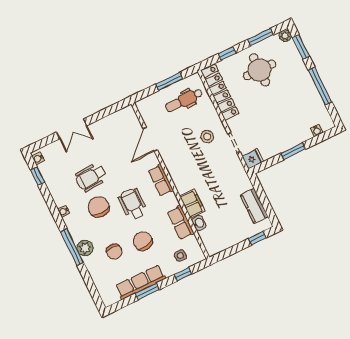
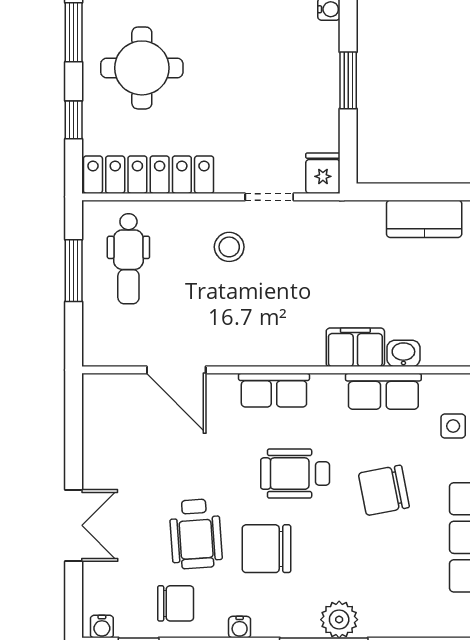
chair: (114, 252) -> (176, 603), moved

